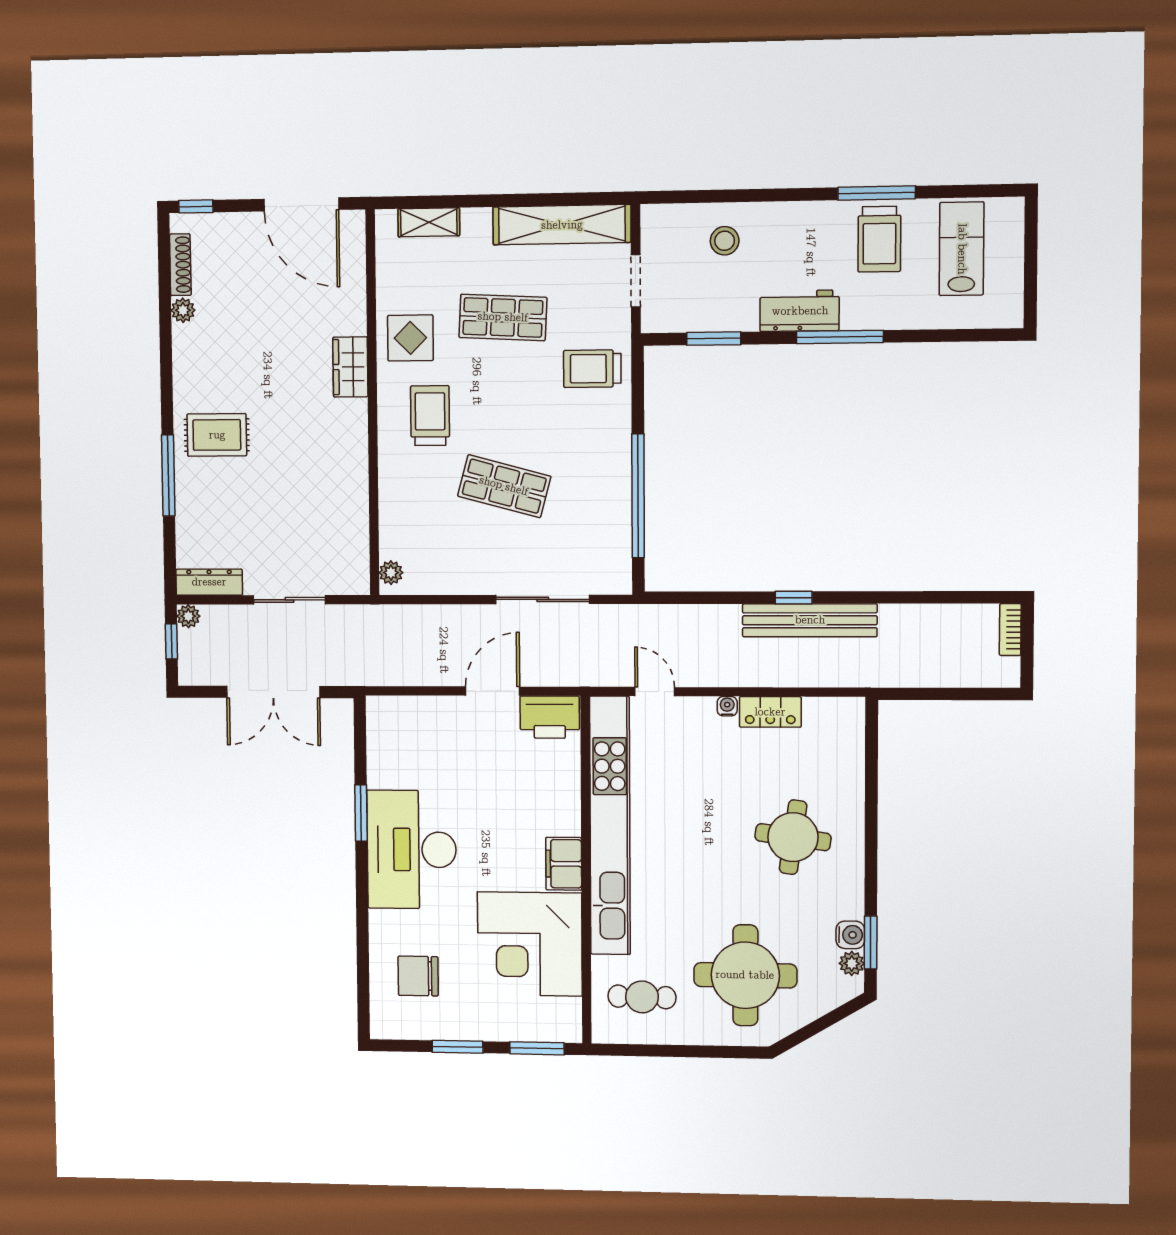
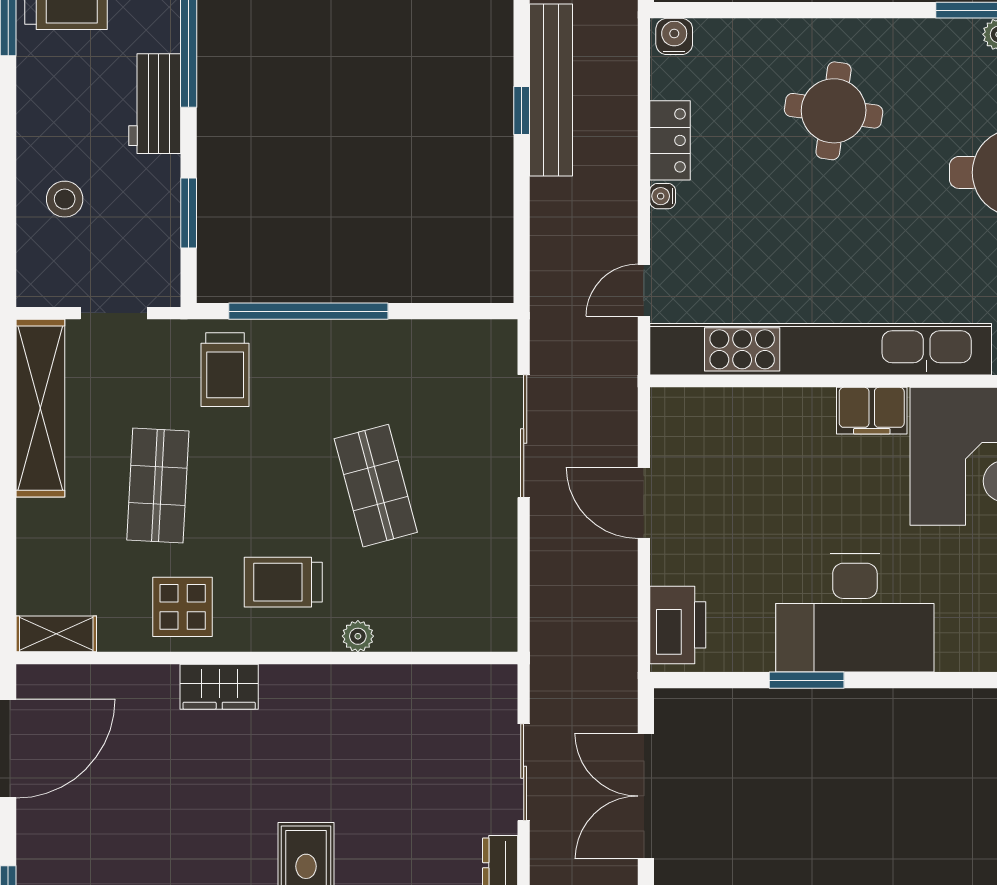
shelving: (429, 222) -> (56, 634), moved, turned 90
shop shelf: (504, 486) -> (376, 486), turned -30
window: (638, 496) -> (308, 311), moved
plant: (391, 573) -> (358, 636), moved
double door: (273, 692) -> (646, 796), swing flipped
printer: (550, 717) -> (678, 625), moved
water cooler: (850, 935) -> (674, 36), moved

